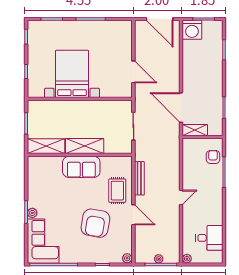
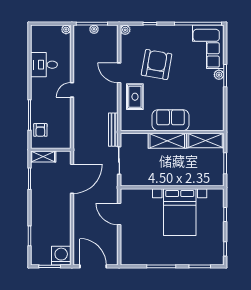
door: (181, 108) -> (72, 179), hinge flipped
shelving: (195, 130) -> (43, 156), moved
bench: (139, 178) -> (113, 130), moved
desk: (209, 238) -> (44, 65), moved

